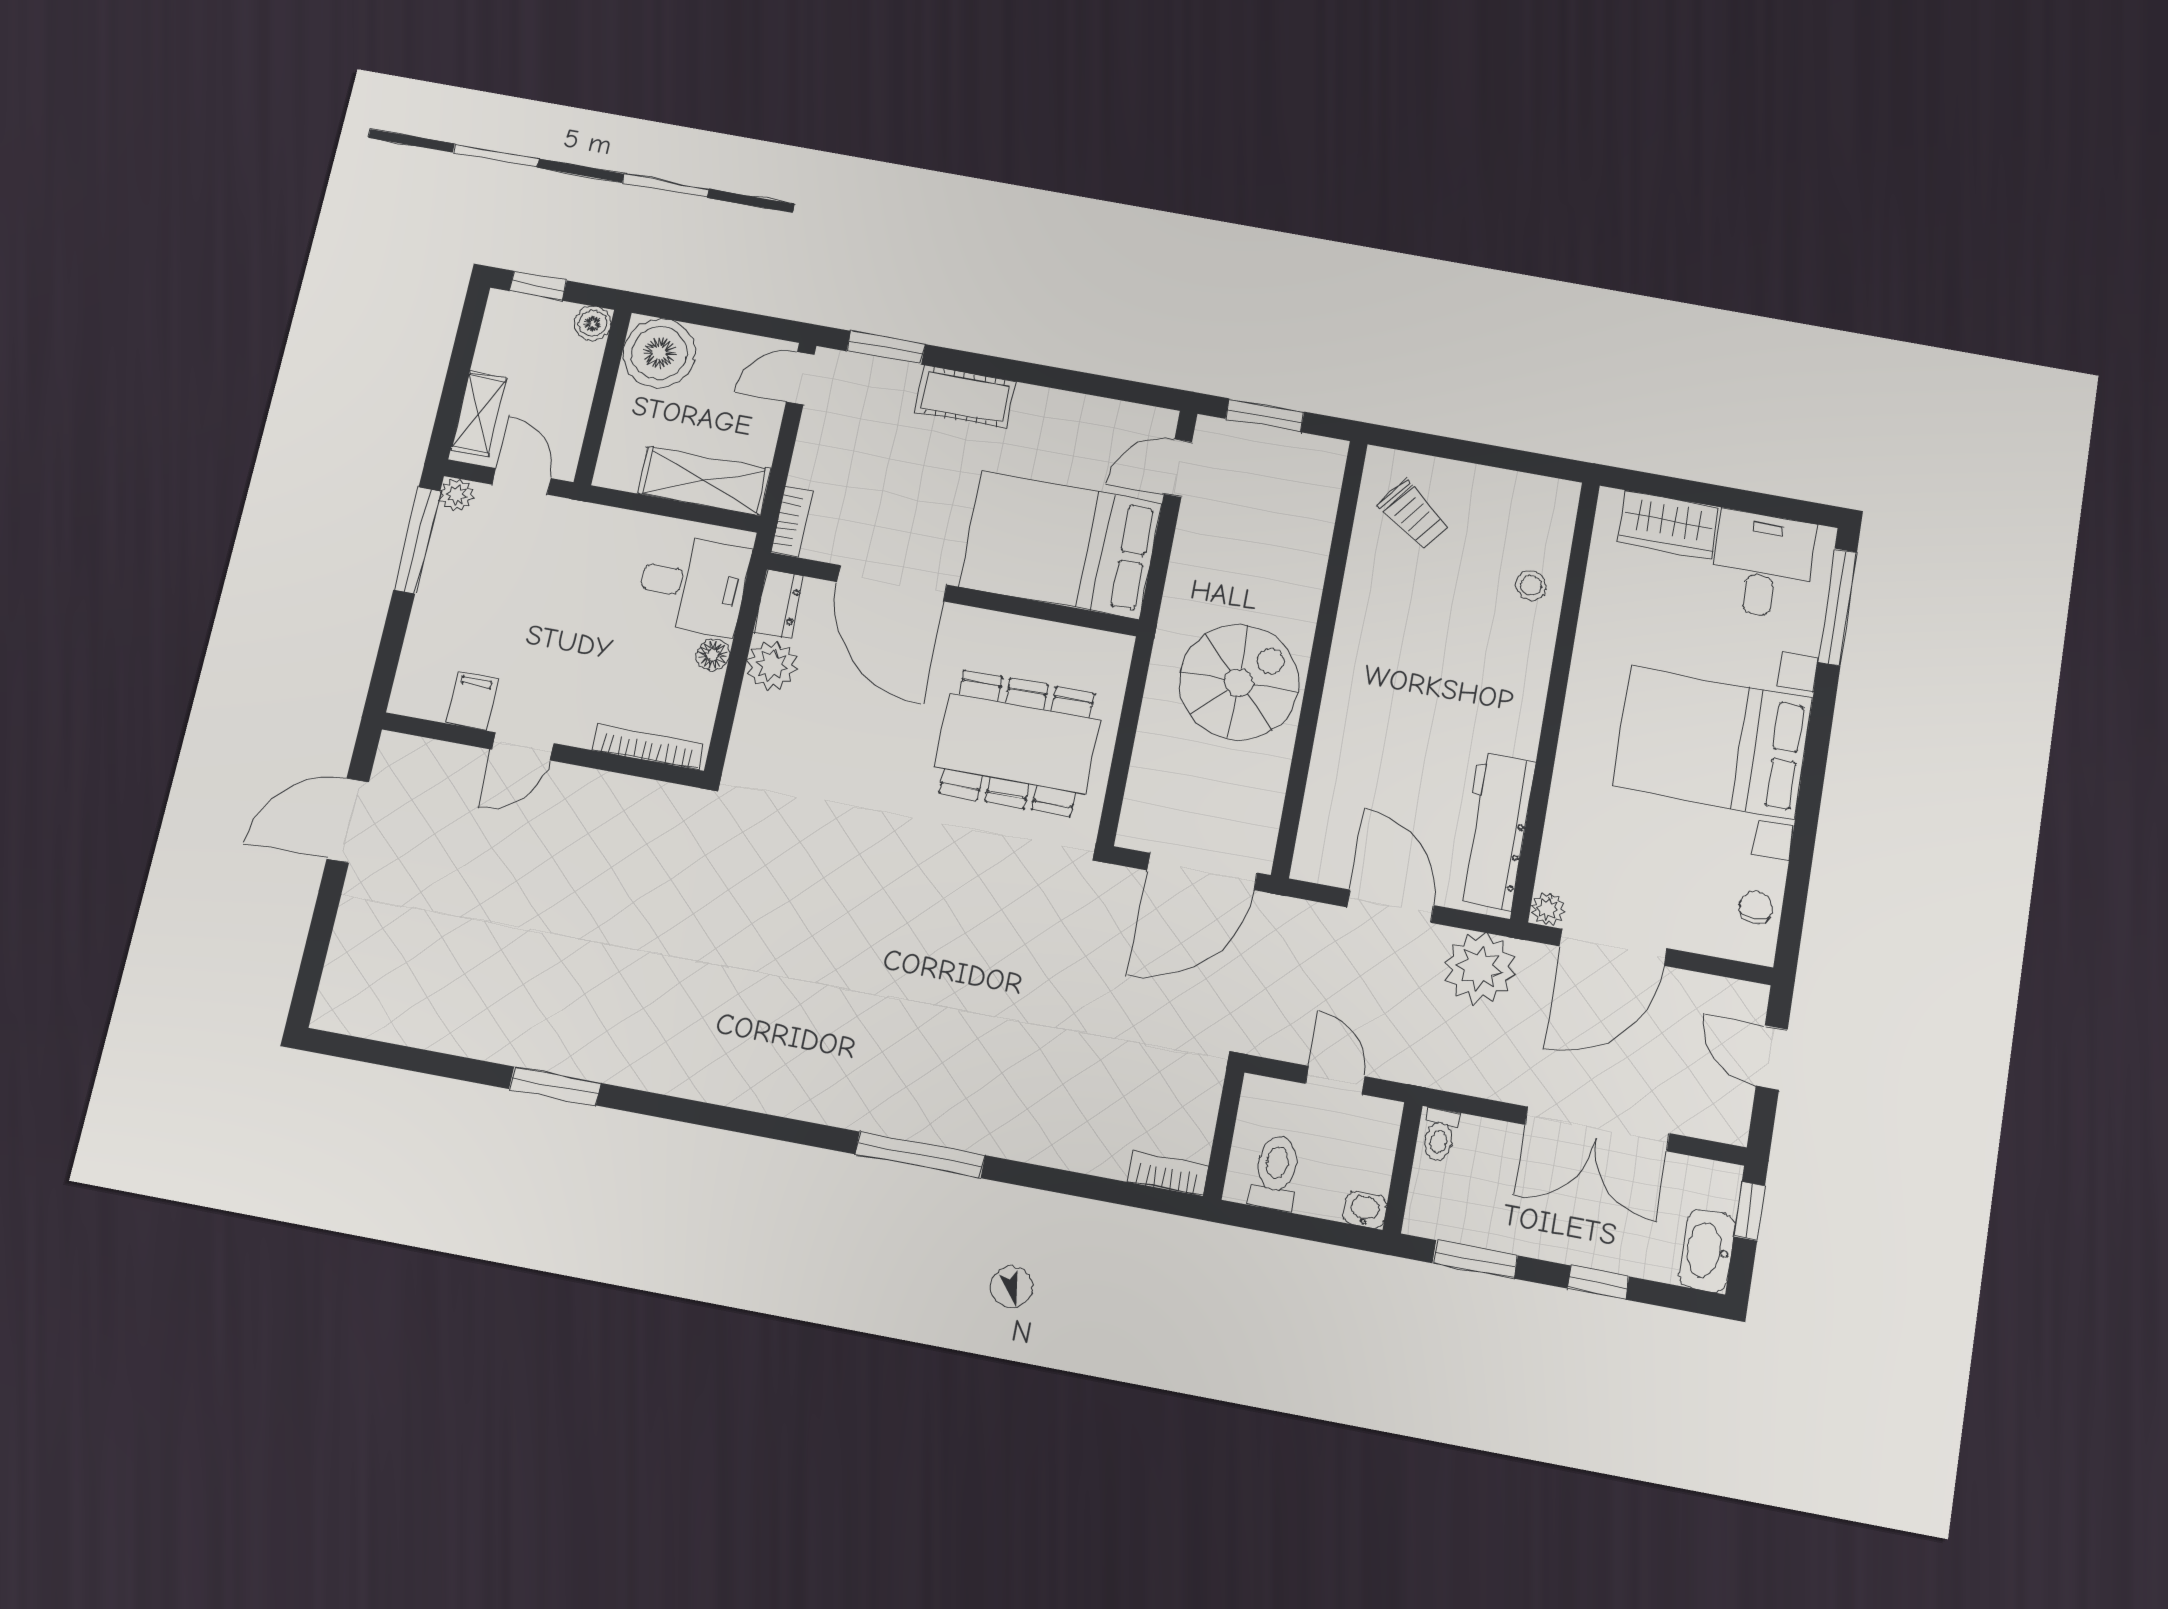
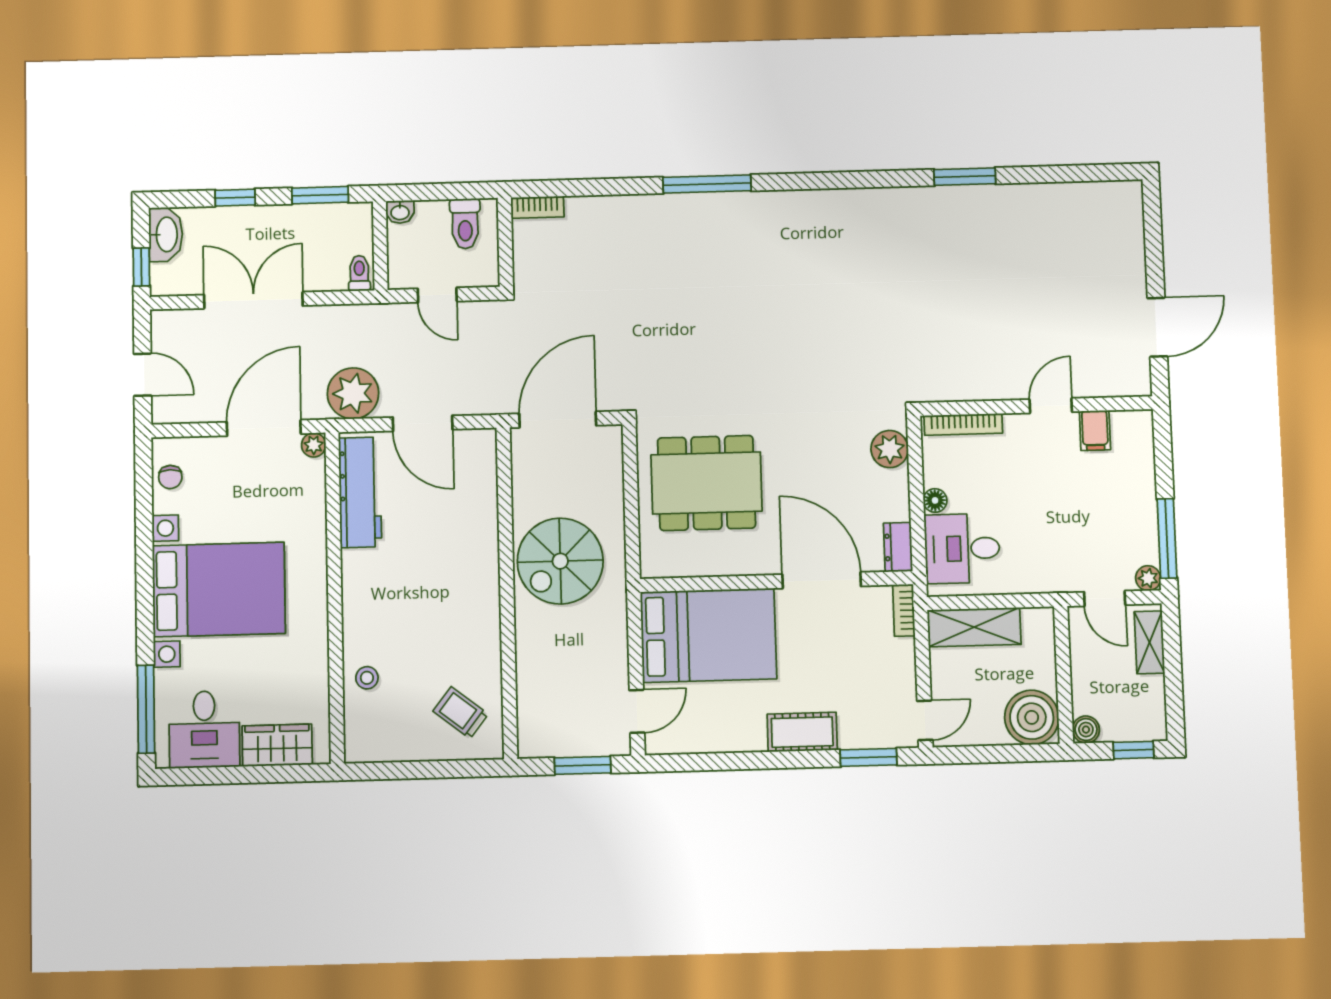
plant: (772, 666) -> (890, 449), moved

